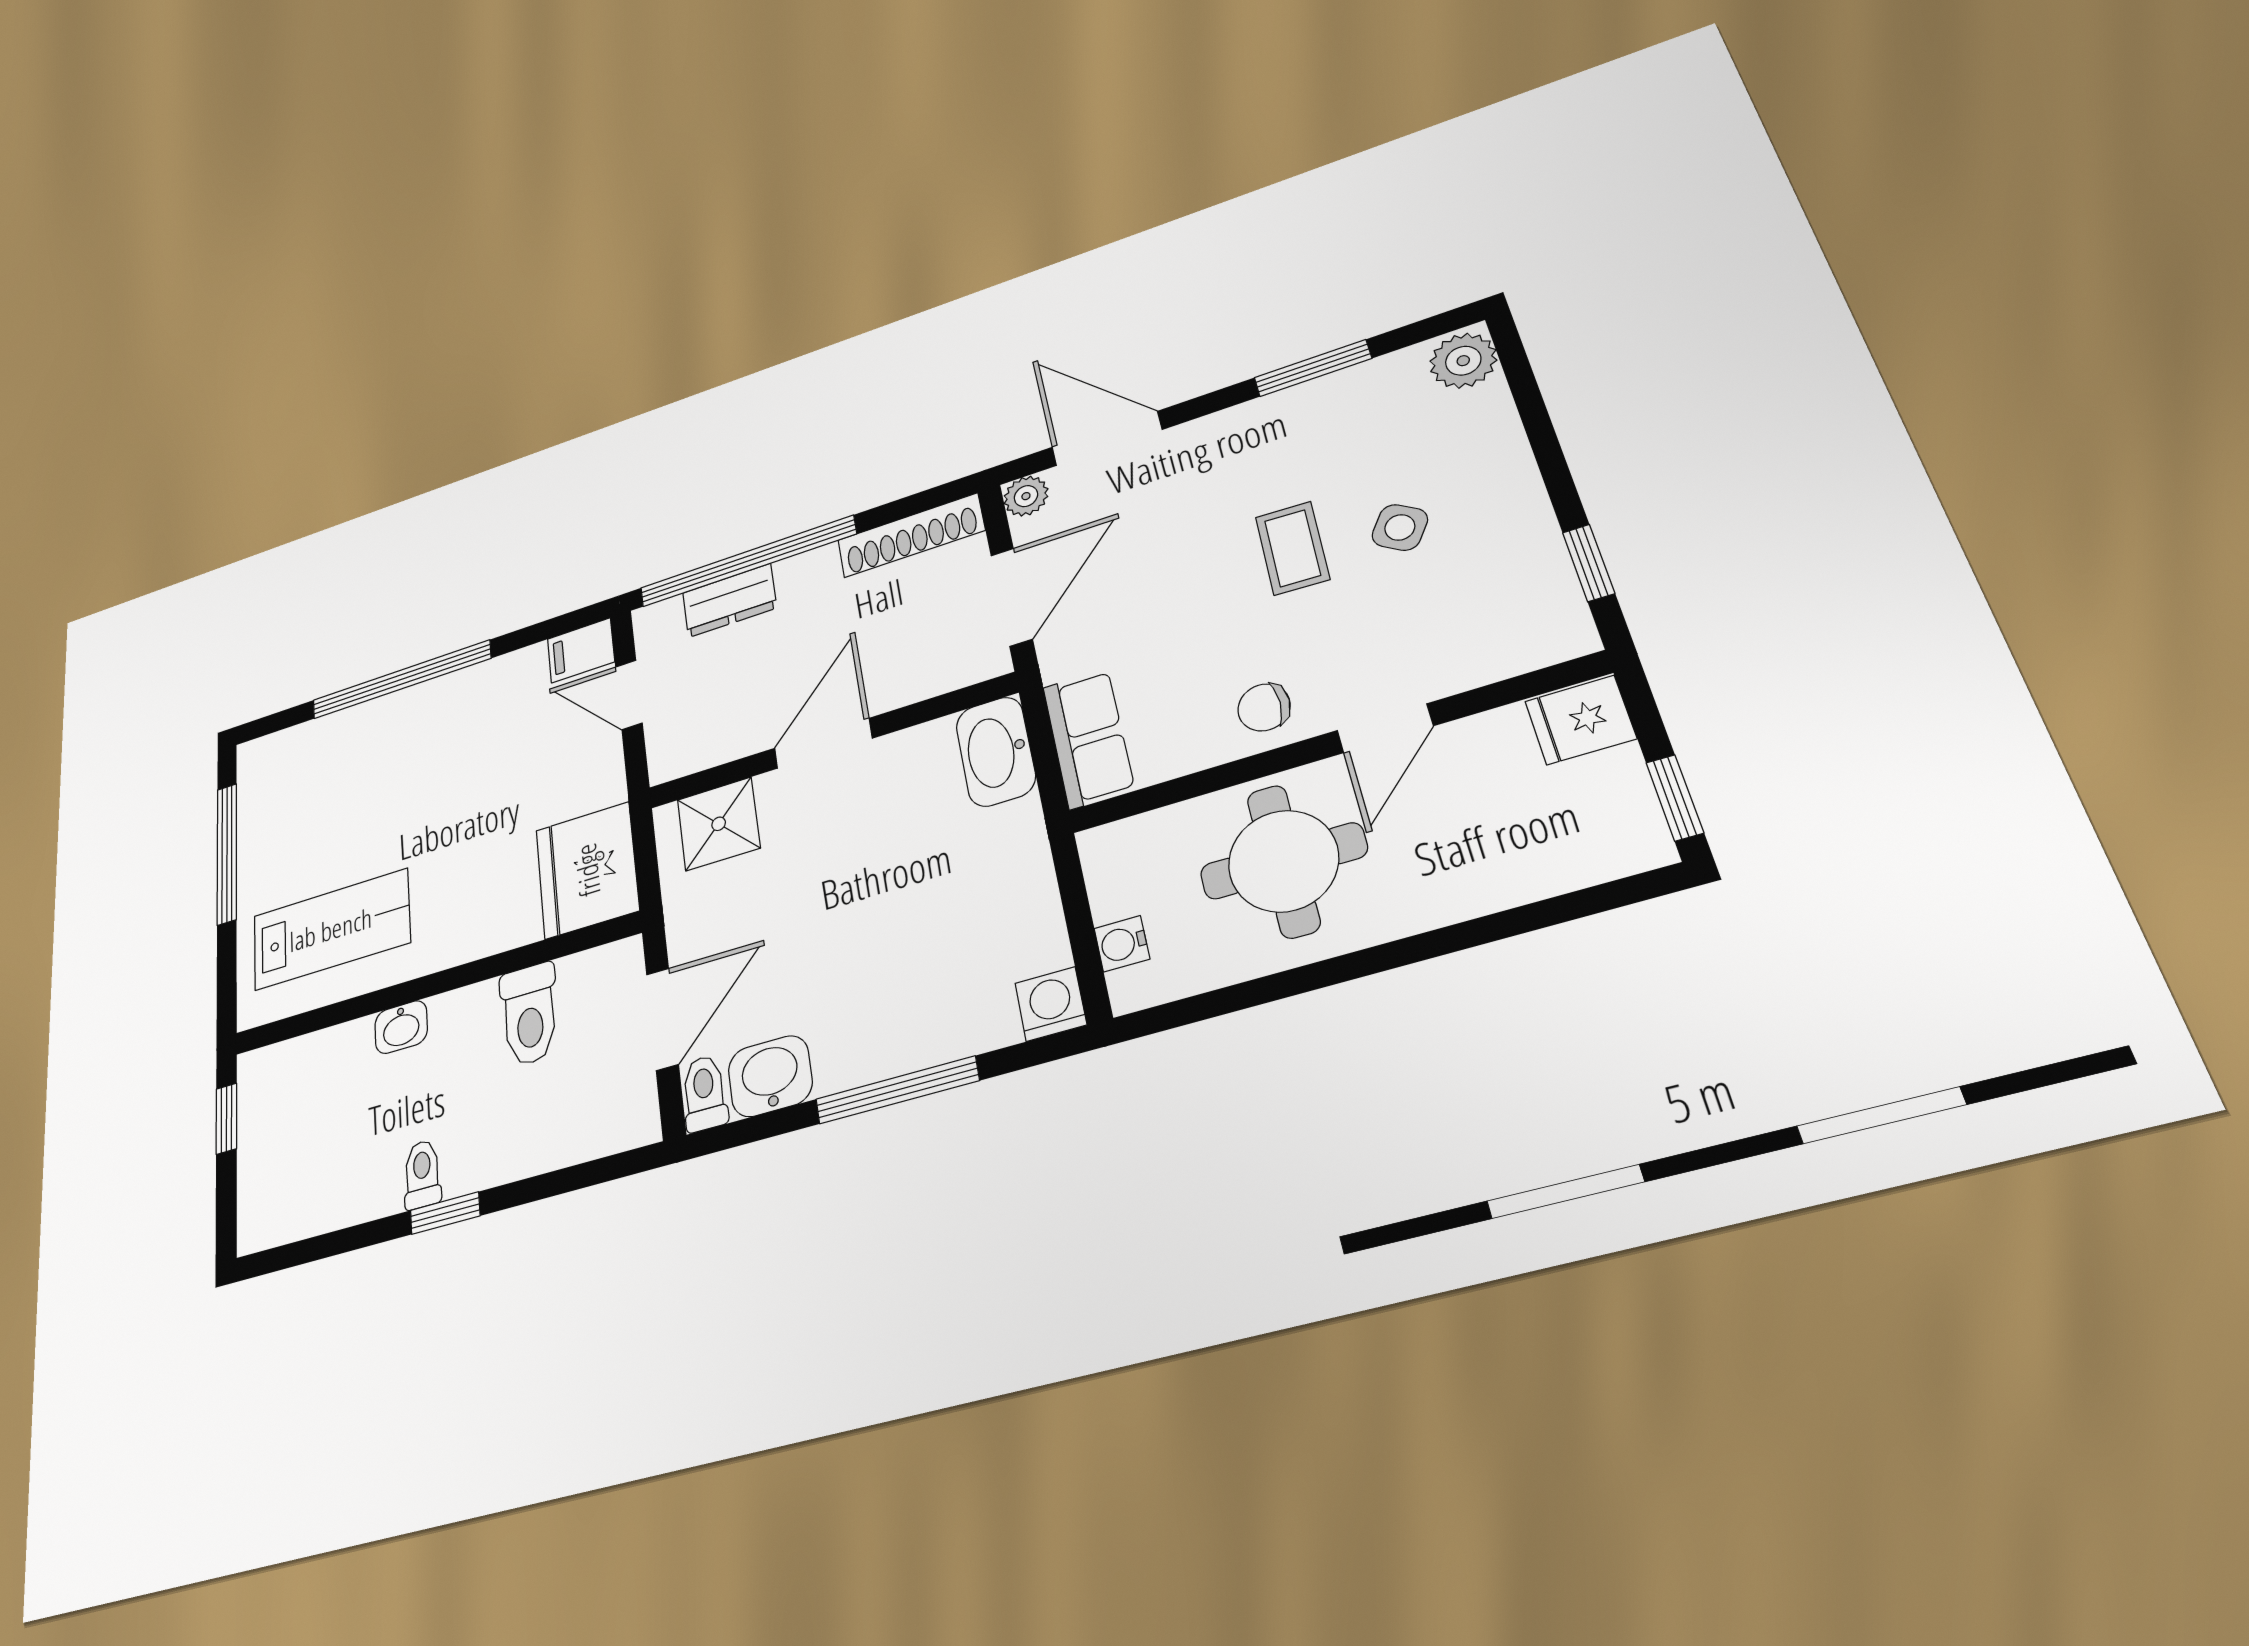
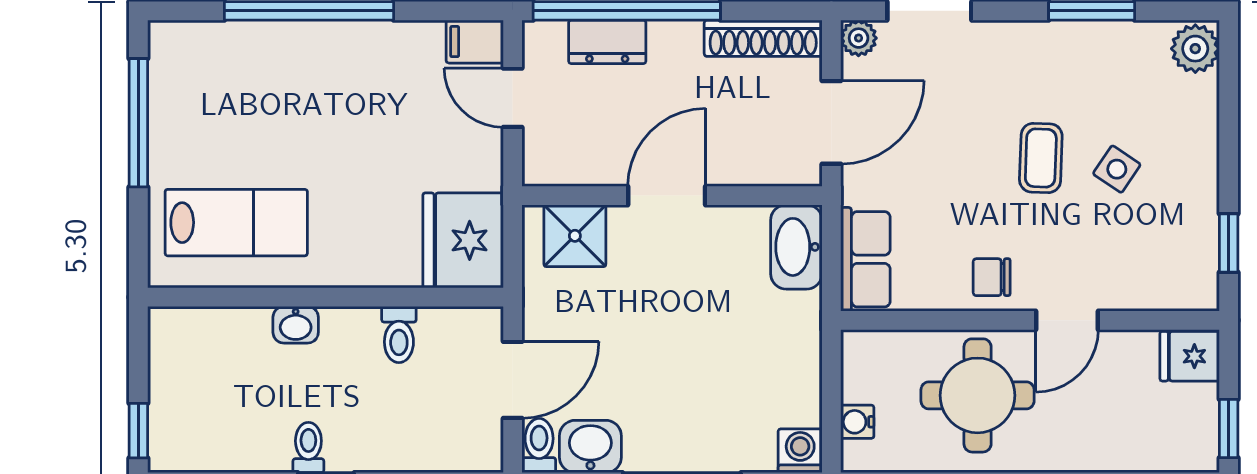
toilet: (529, 1014) -> (399, 335), width x0.73, depth x0.72
window: (226, 1119) -> (138, 431), moved

